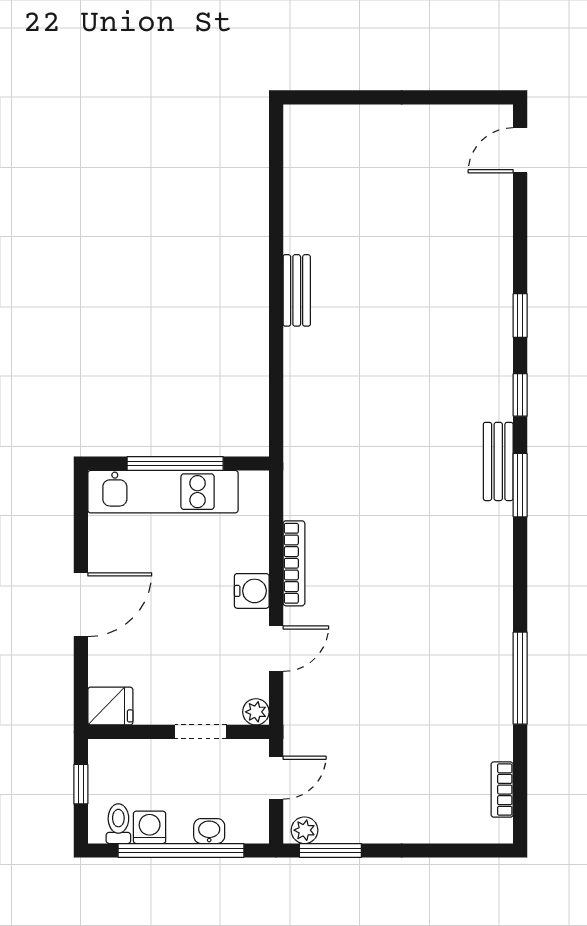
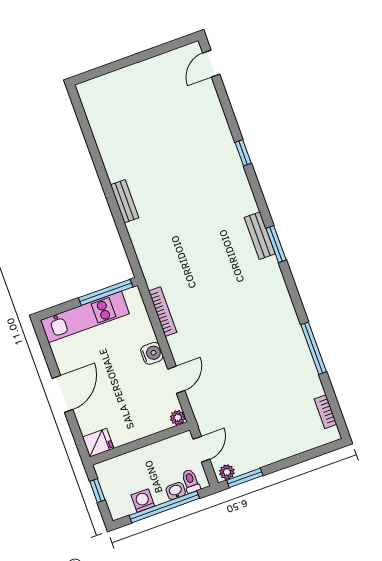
bench: (297, 290) -> (125, 201), moved
window: (520, 395) -> (259, 196), removed
window: (175, 463) -> (106, 292), moved
bookcase: (294, 563) -> (163, 312), moved
doorway: (201, 732) -> (152, 439), removed
toilet: (118, 824) -> (191, 481), moved

